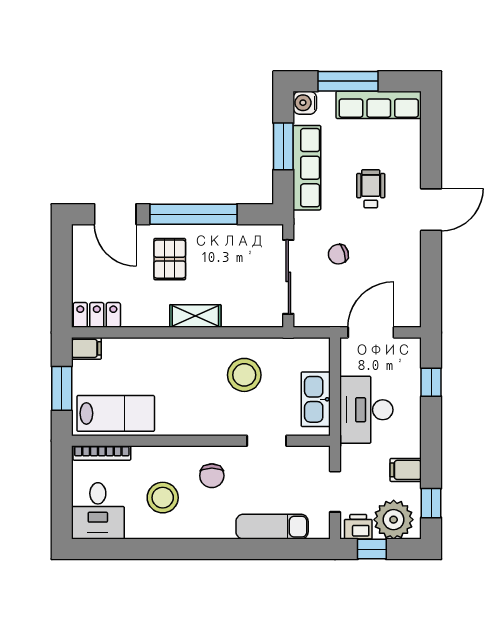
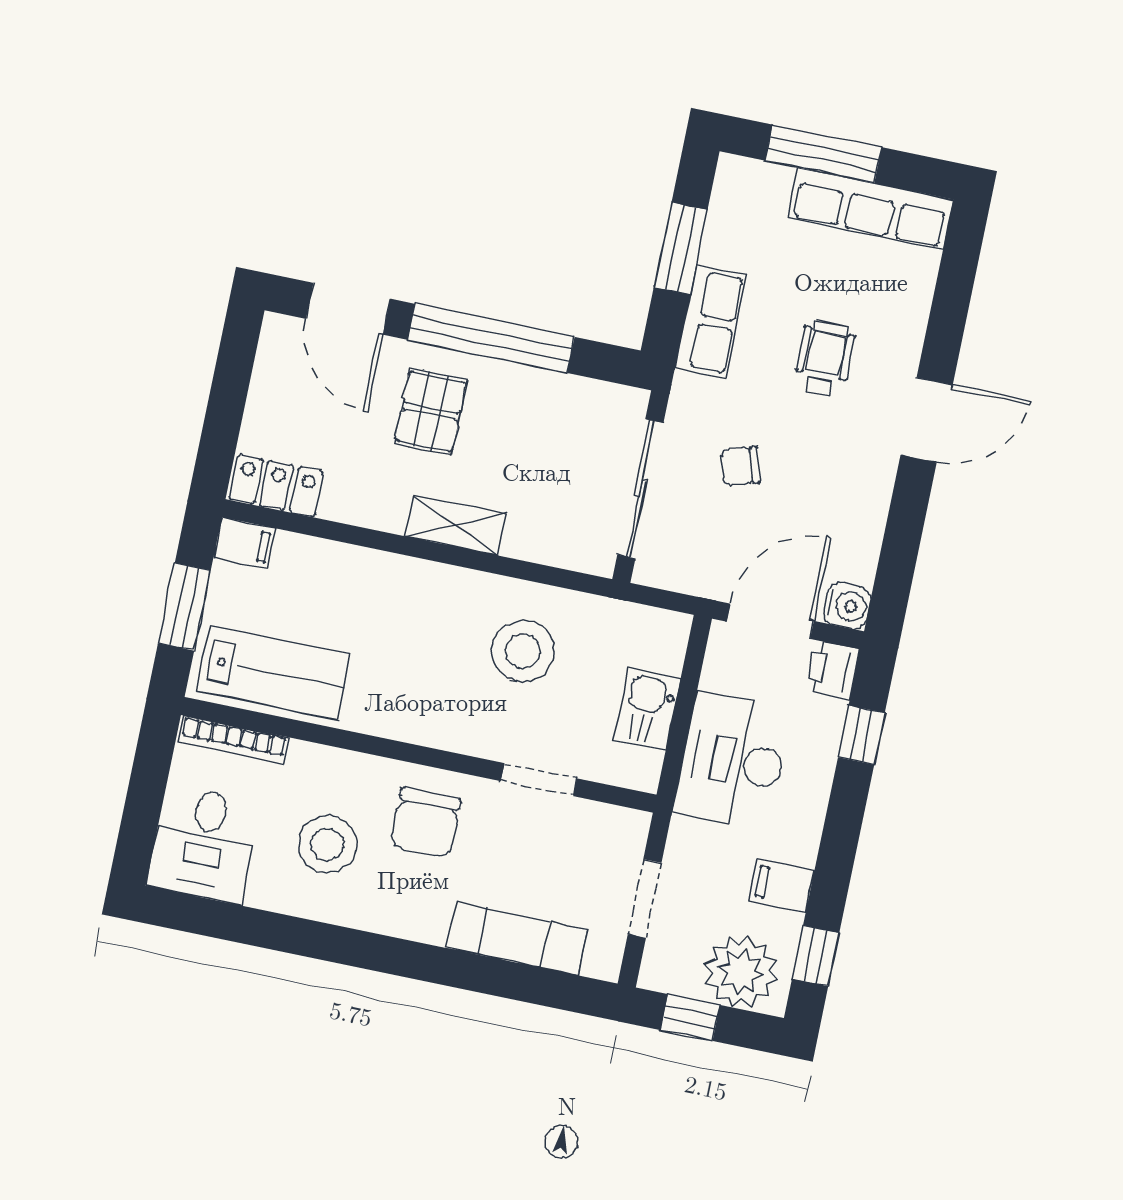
water cooler: (305, 103) -> (847, 606), moved, turned 180
row of seats: (307, 168) -> (710, 321), width x0.68
kitchen sink: (316, 399) -> (647, 709), width x0.73
chair: (212, 476) -> (426, 823), width x1.37, depth x1.37
printer: (358, 527) -> (832, 670), moved, turned -90

